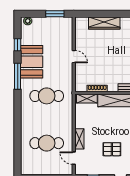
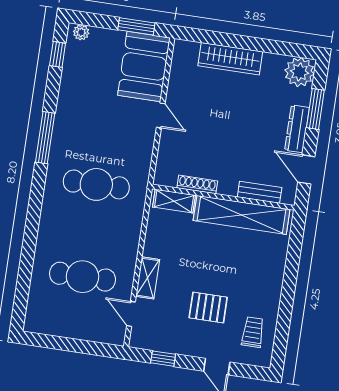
window: (18, 45) -> (58, 54), moved
booth: (32, 62) -> (144, 66), moved

